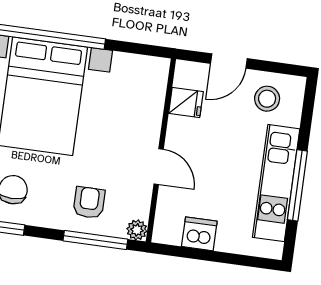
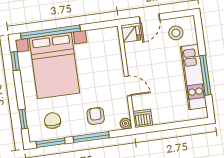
fridge: (186, 102) -> (131, 34), moved
dishwasher: (199, 234) -> (143, 118), moved
window: (95, 240) -> (91, 137), moved

